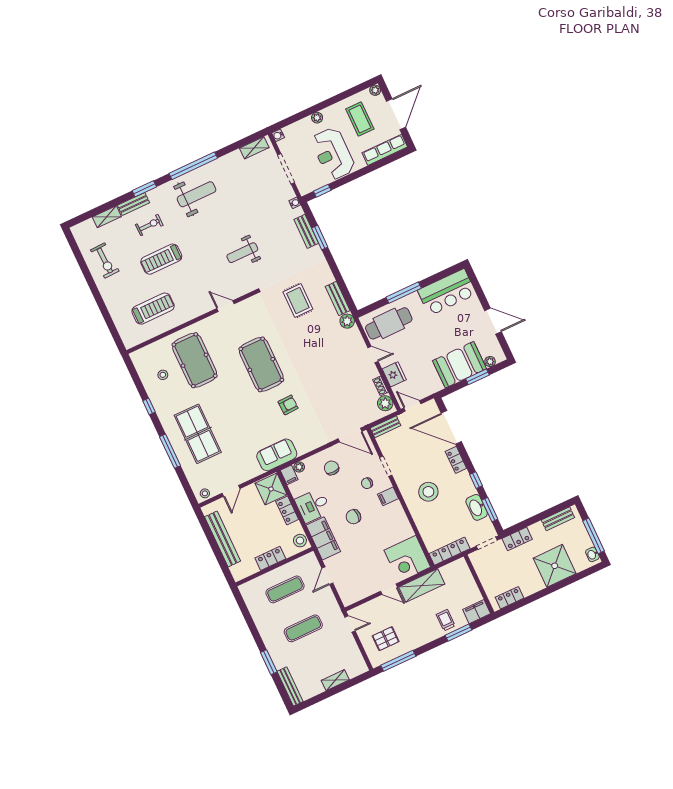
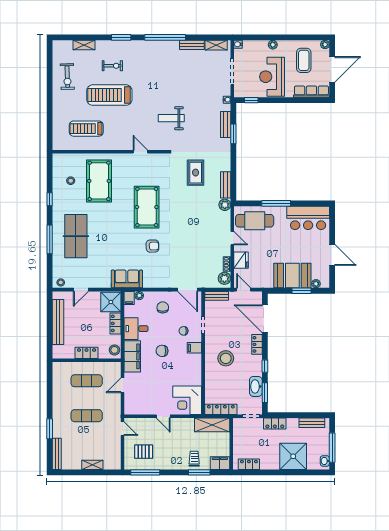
weight bench: (197, 194) -> (158, 59), removed
bench: (134, 204) -> (192, 45), moved
treadmill: (161, 259) -> (109, 95), width x1.37, depth x1.38
treadmill: (153, 309) -> (86, 129), turned 180
shelving: (422, 585) -> (212, 425), moved

